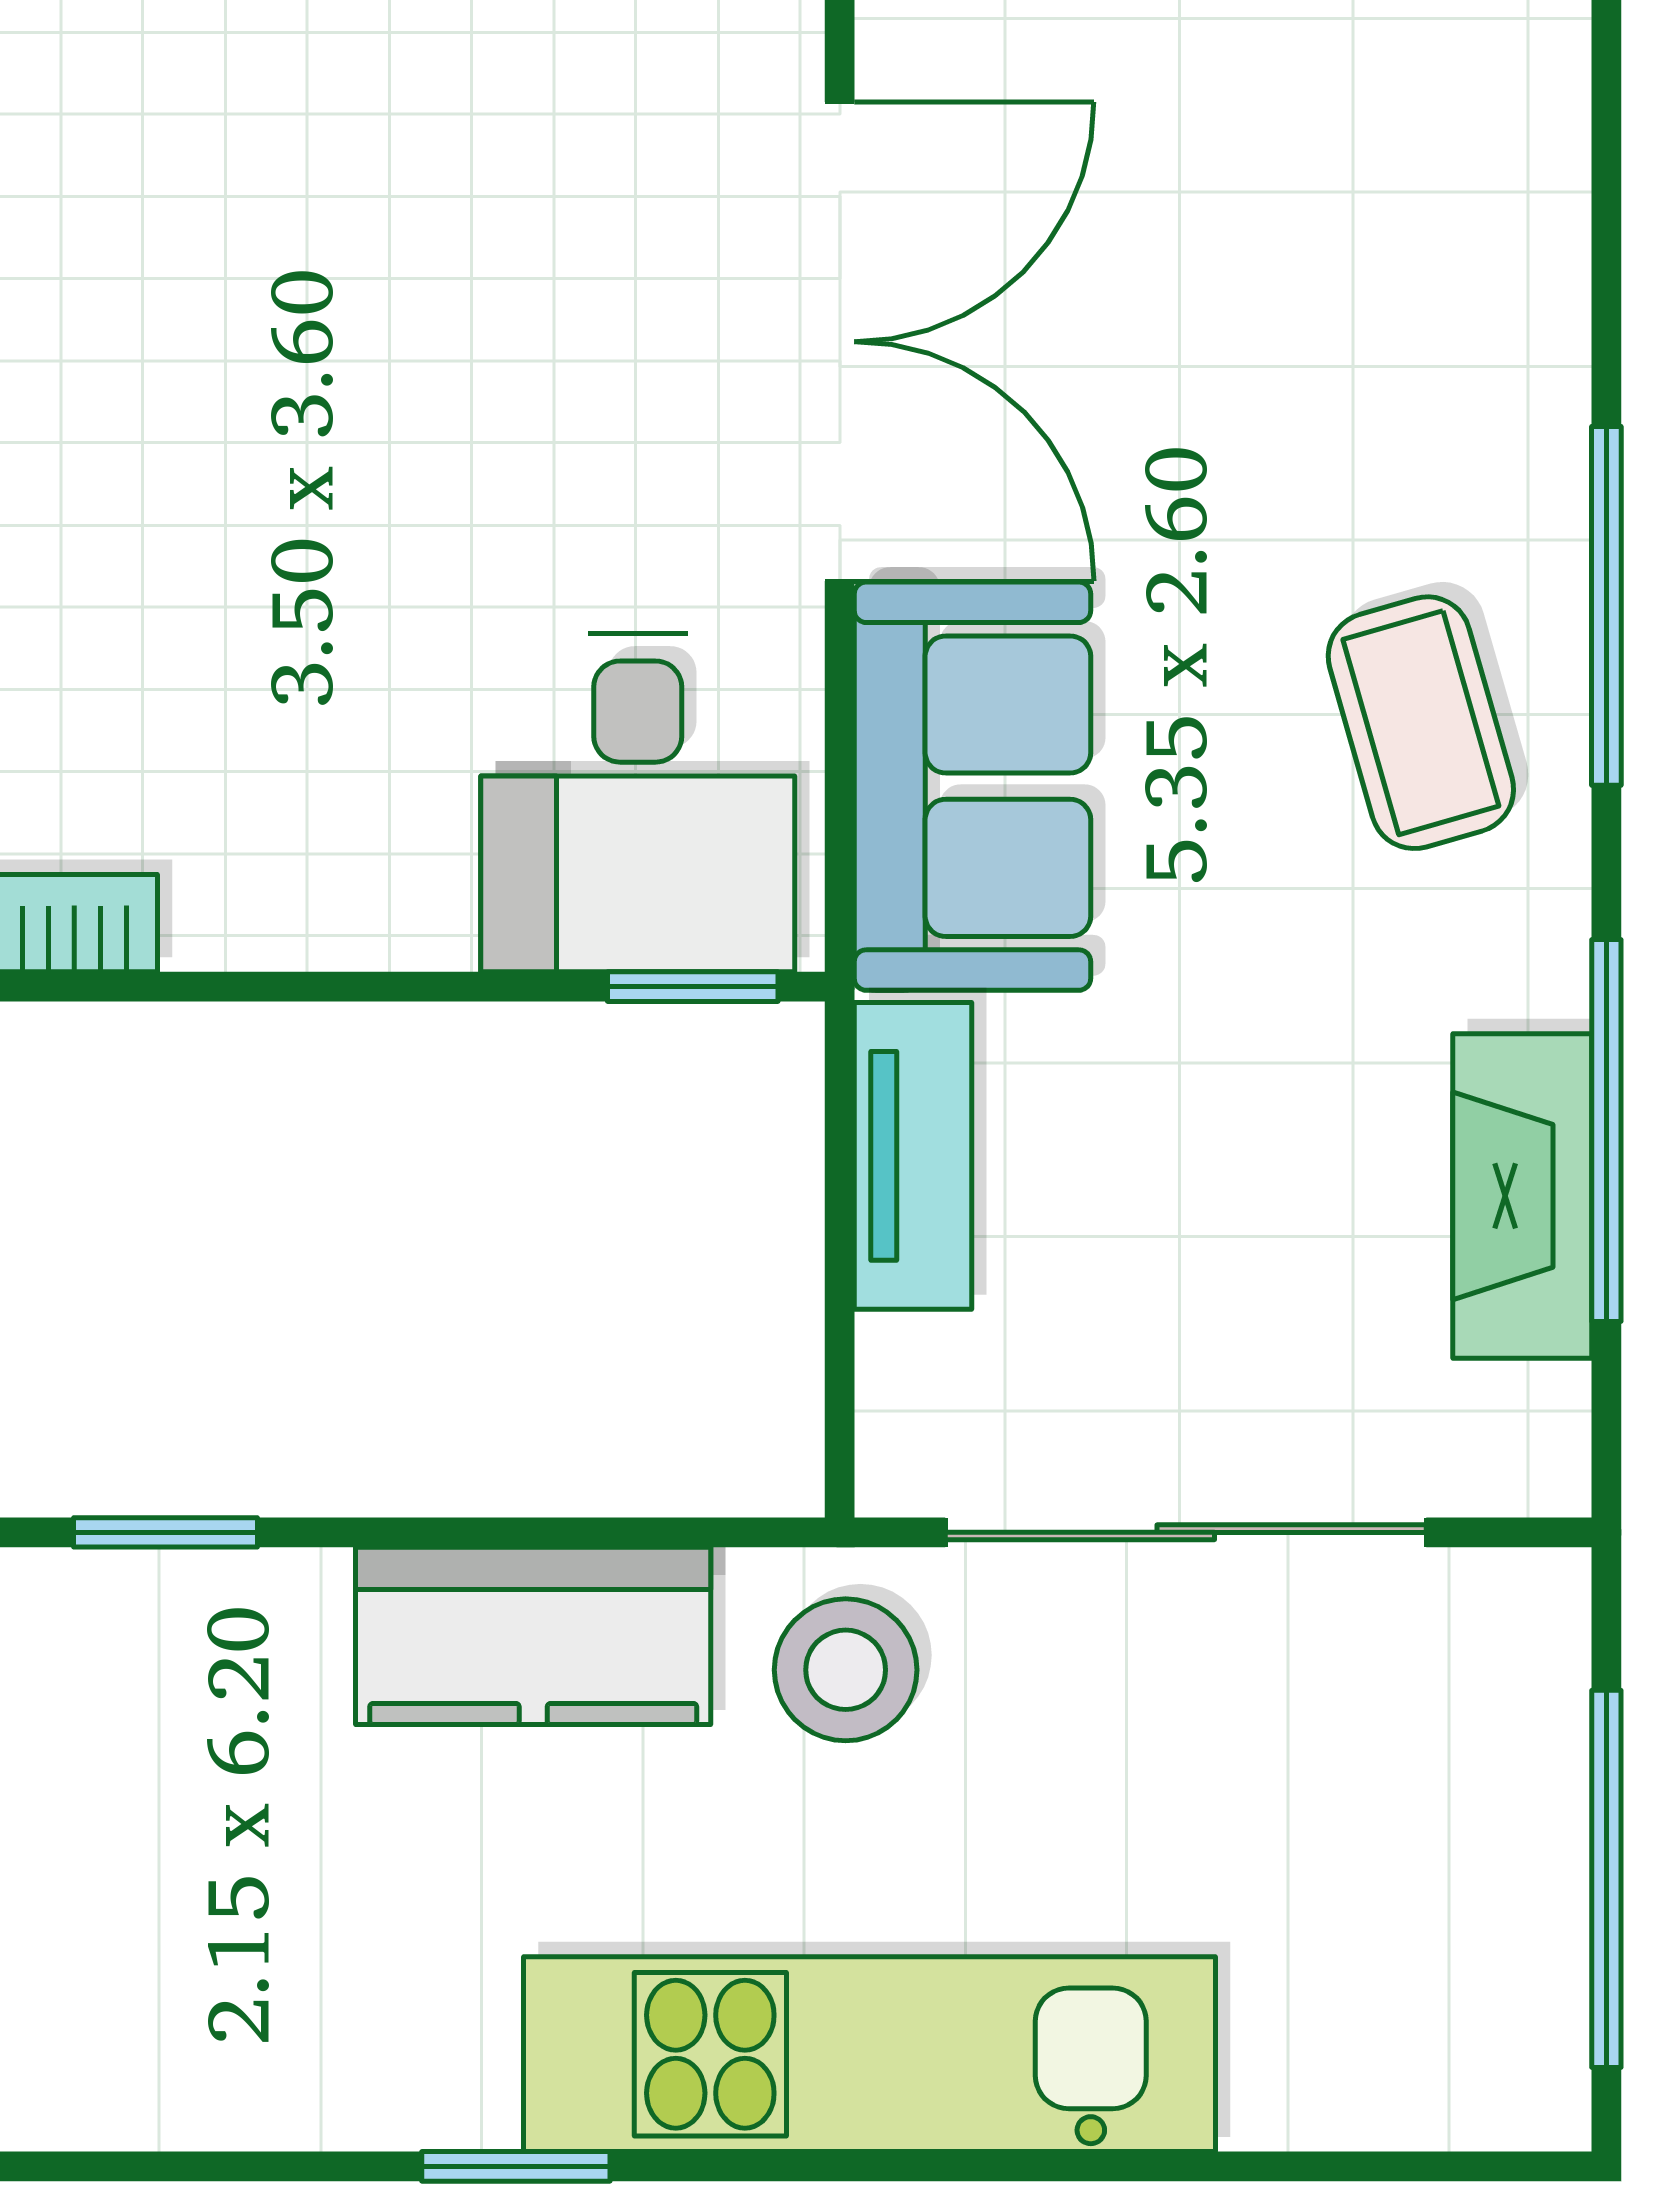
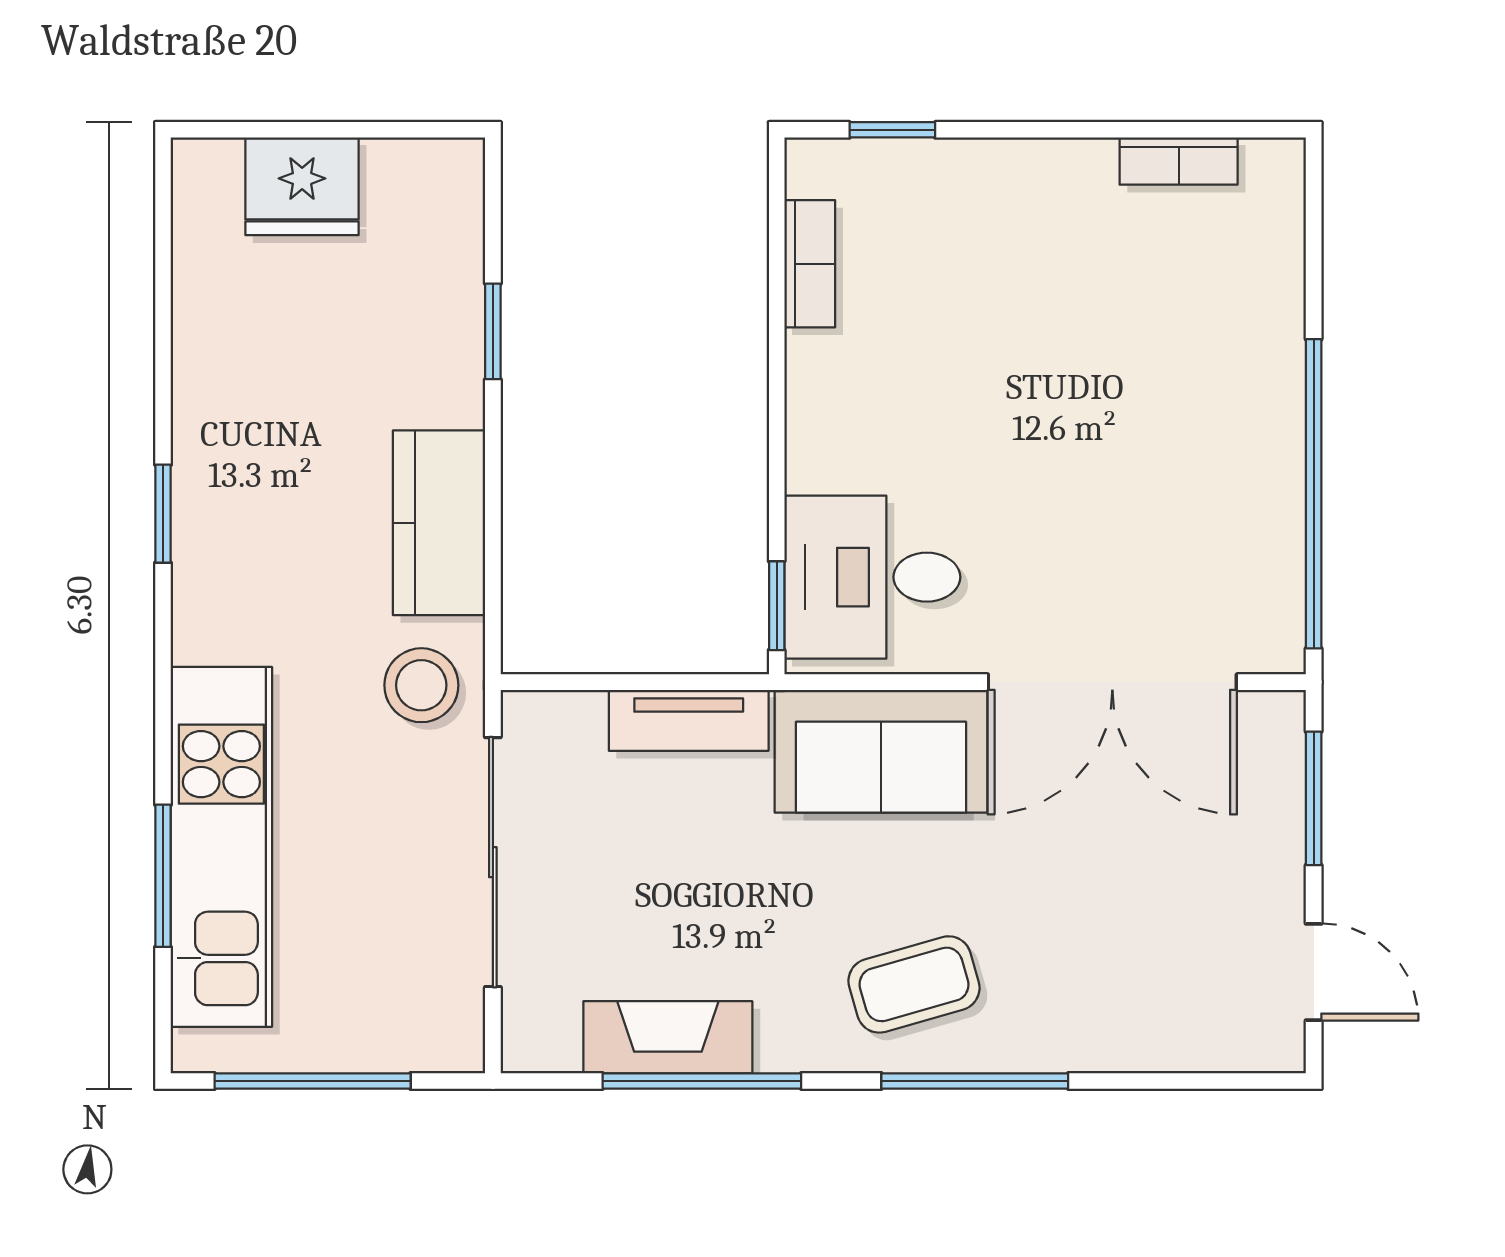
kitchen unit: (869, 2054) -> (221, 847), moved
window: (1212, 2166) -> (163, 876), added

